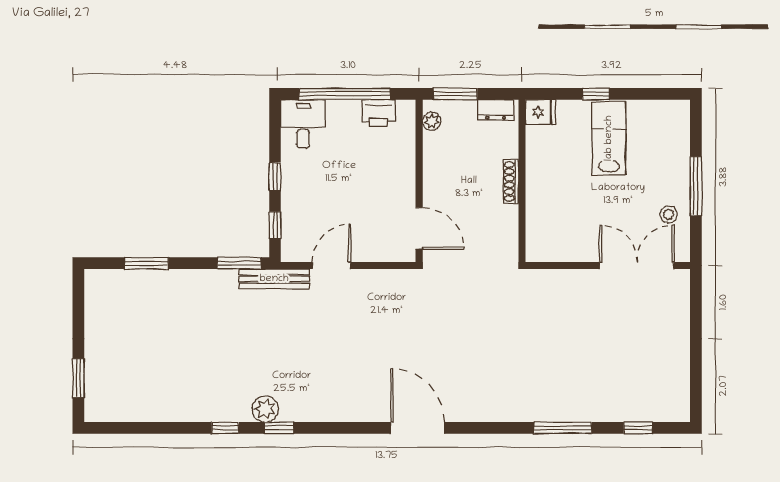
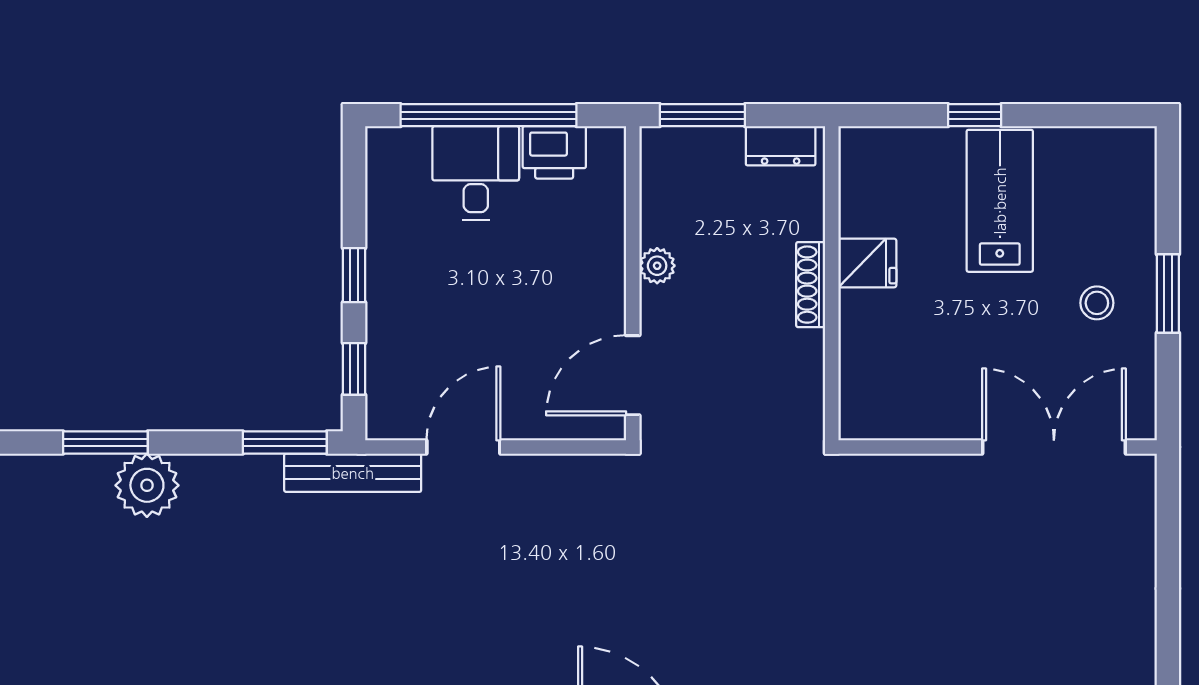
fridge: (540, 112) -> (867, 263), moved
plant: (432, 121) -> (657, 266), moved
desk: (303, 124) -> (476, 173), moved
window: (696, 186) -> (1168, 294), width x0.69
stool: (669, 214) -> (1097, 303), moved
door: (419, 228) -> (633, 375), swing flipped
plant: (168, 285) -> (147, 485), added

